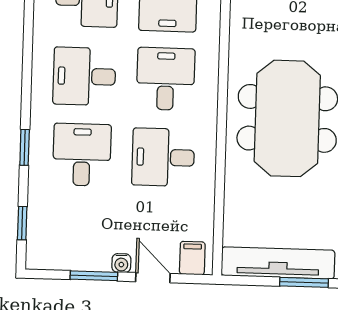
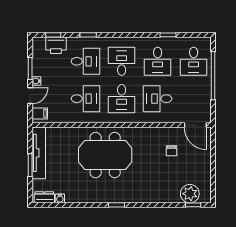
desk: (166, 79) -> (122, 99), turned 90
desk: (163, 157) -> (86, 99), turned 90
printer: (45, 218) -> (56, 45), added

